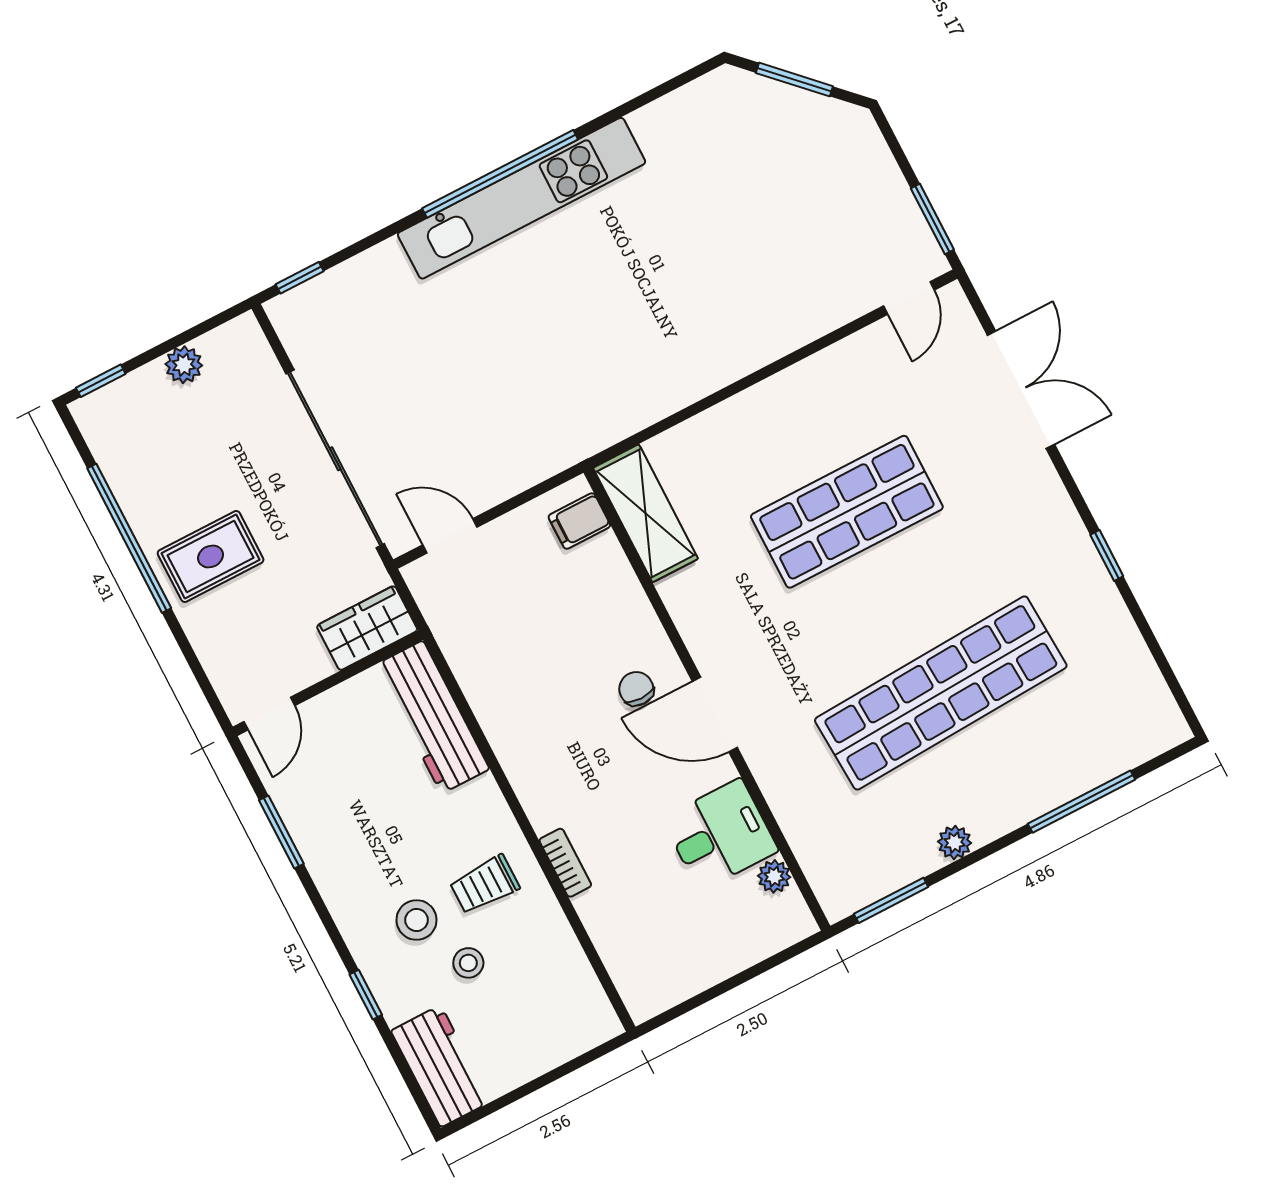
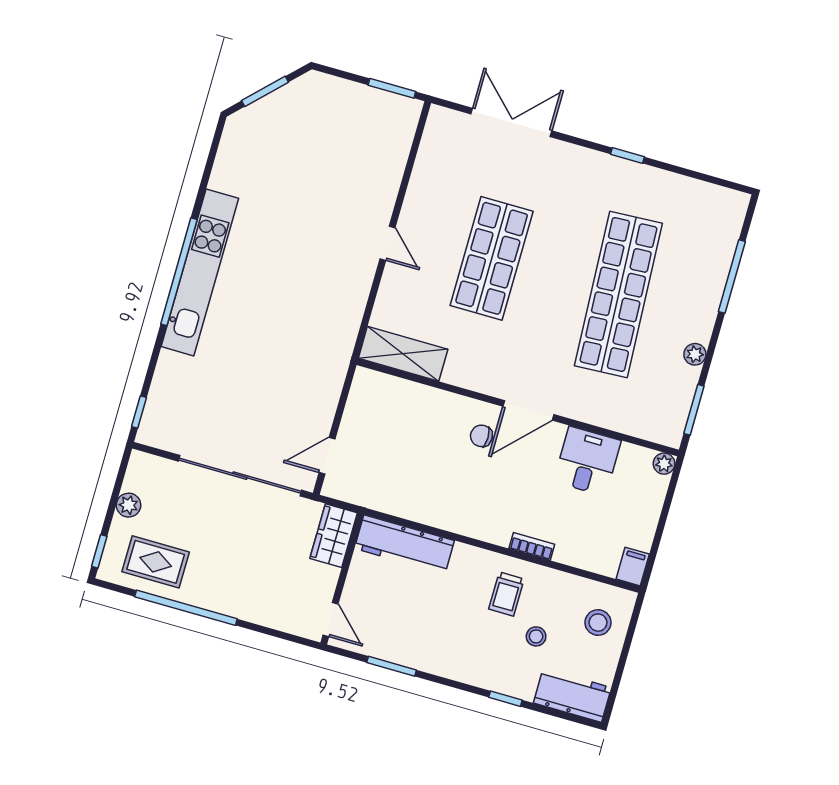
door: (909, 298) -> (388, 243), moved
filing cabinet: (579, 521) -> (633, 567), moved, turned 180
rug: (211, 556) -> (156, 562), moved, turned 90
plant: (774, 876) -> (664, 464), moved
stool: (417, 920) -> (598, 623), moved

